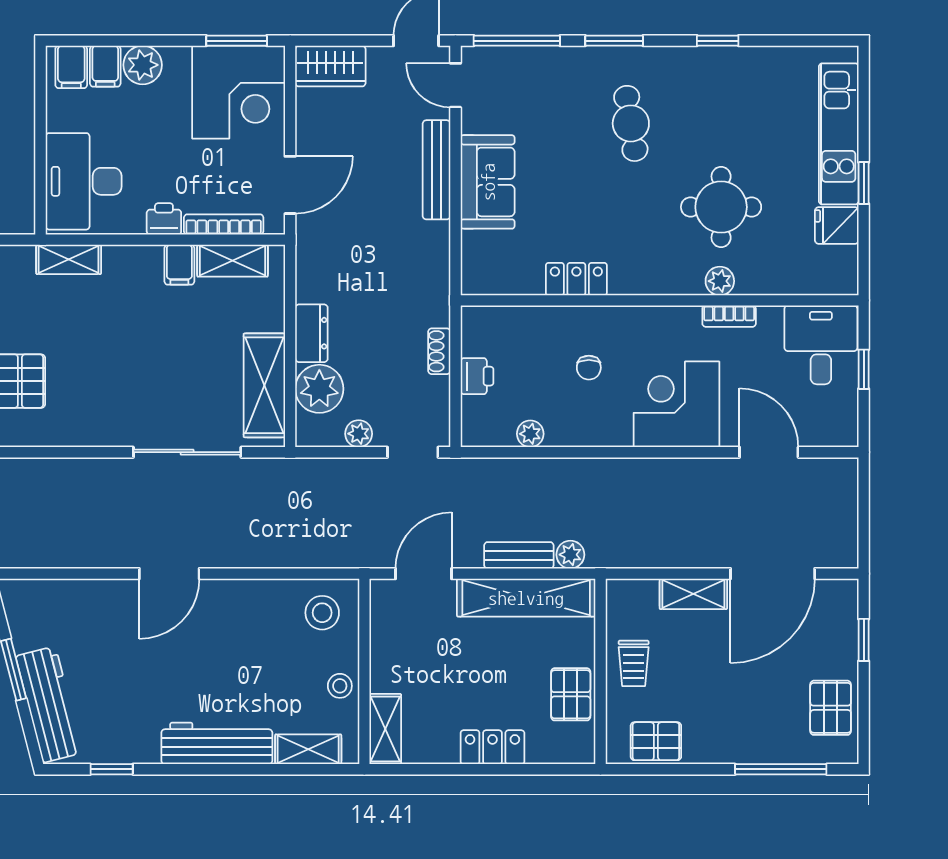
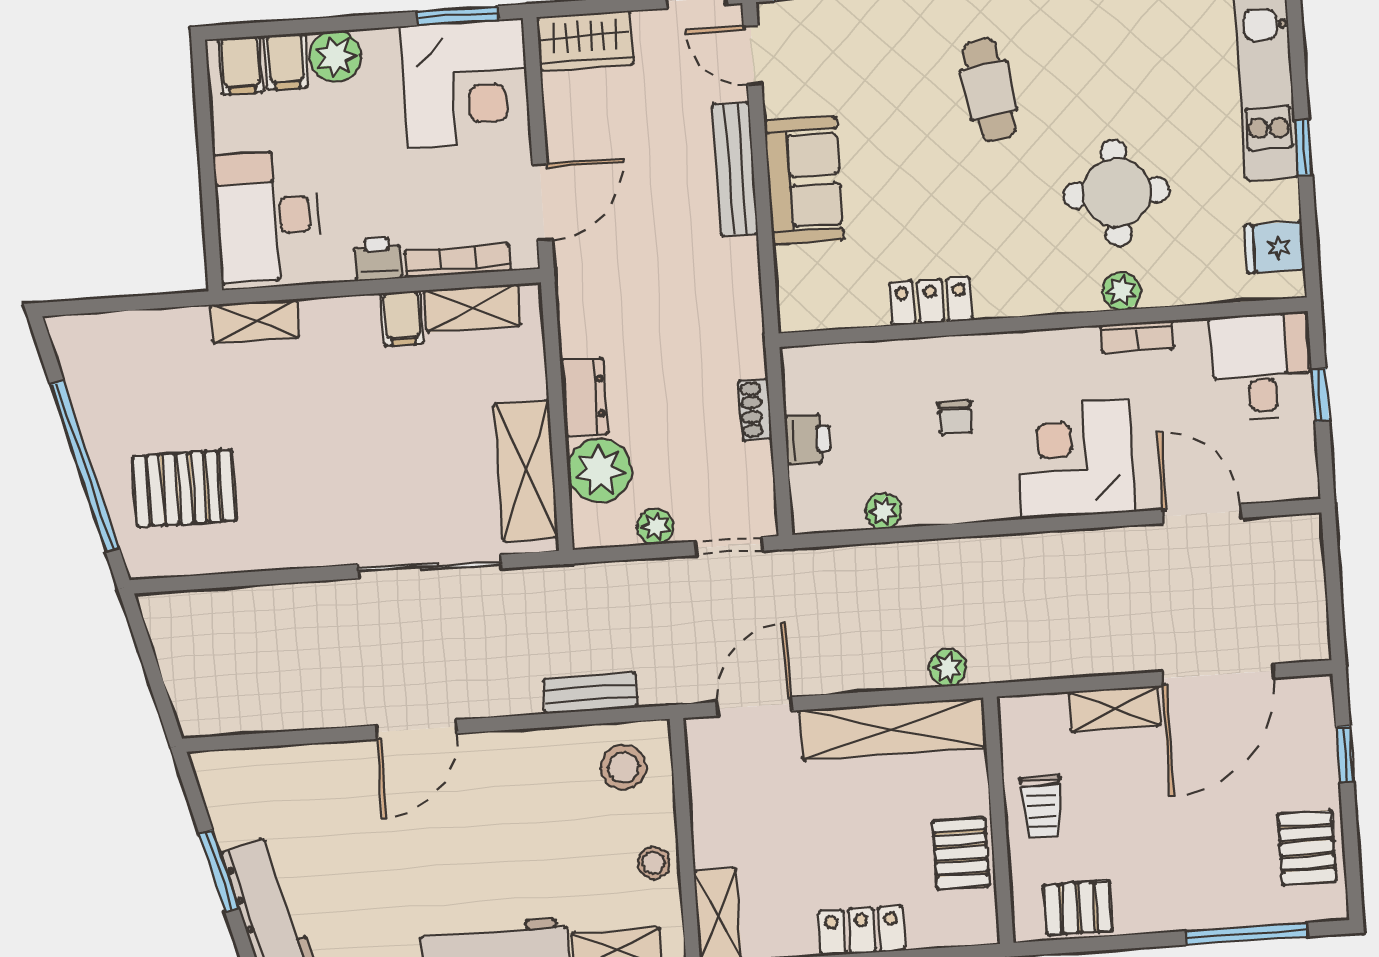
fridge: (837, 225) -> (1274, 247), moved
bench: (519, 555) -> (590, 693), moved

